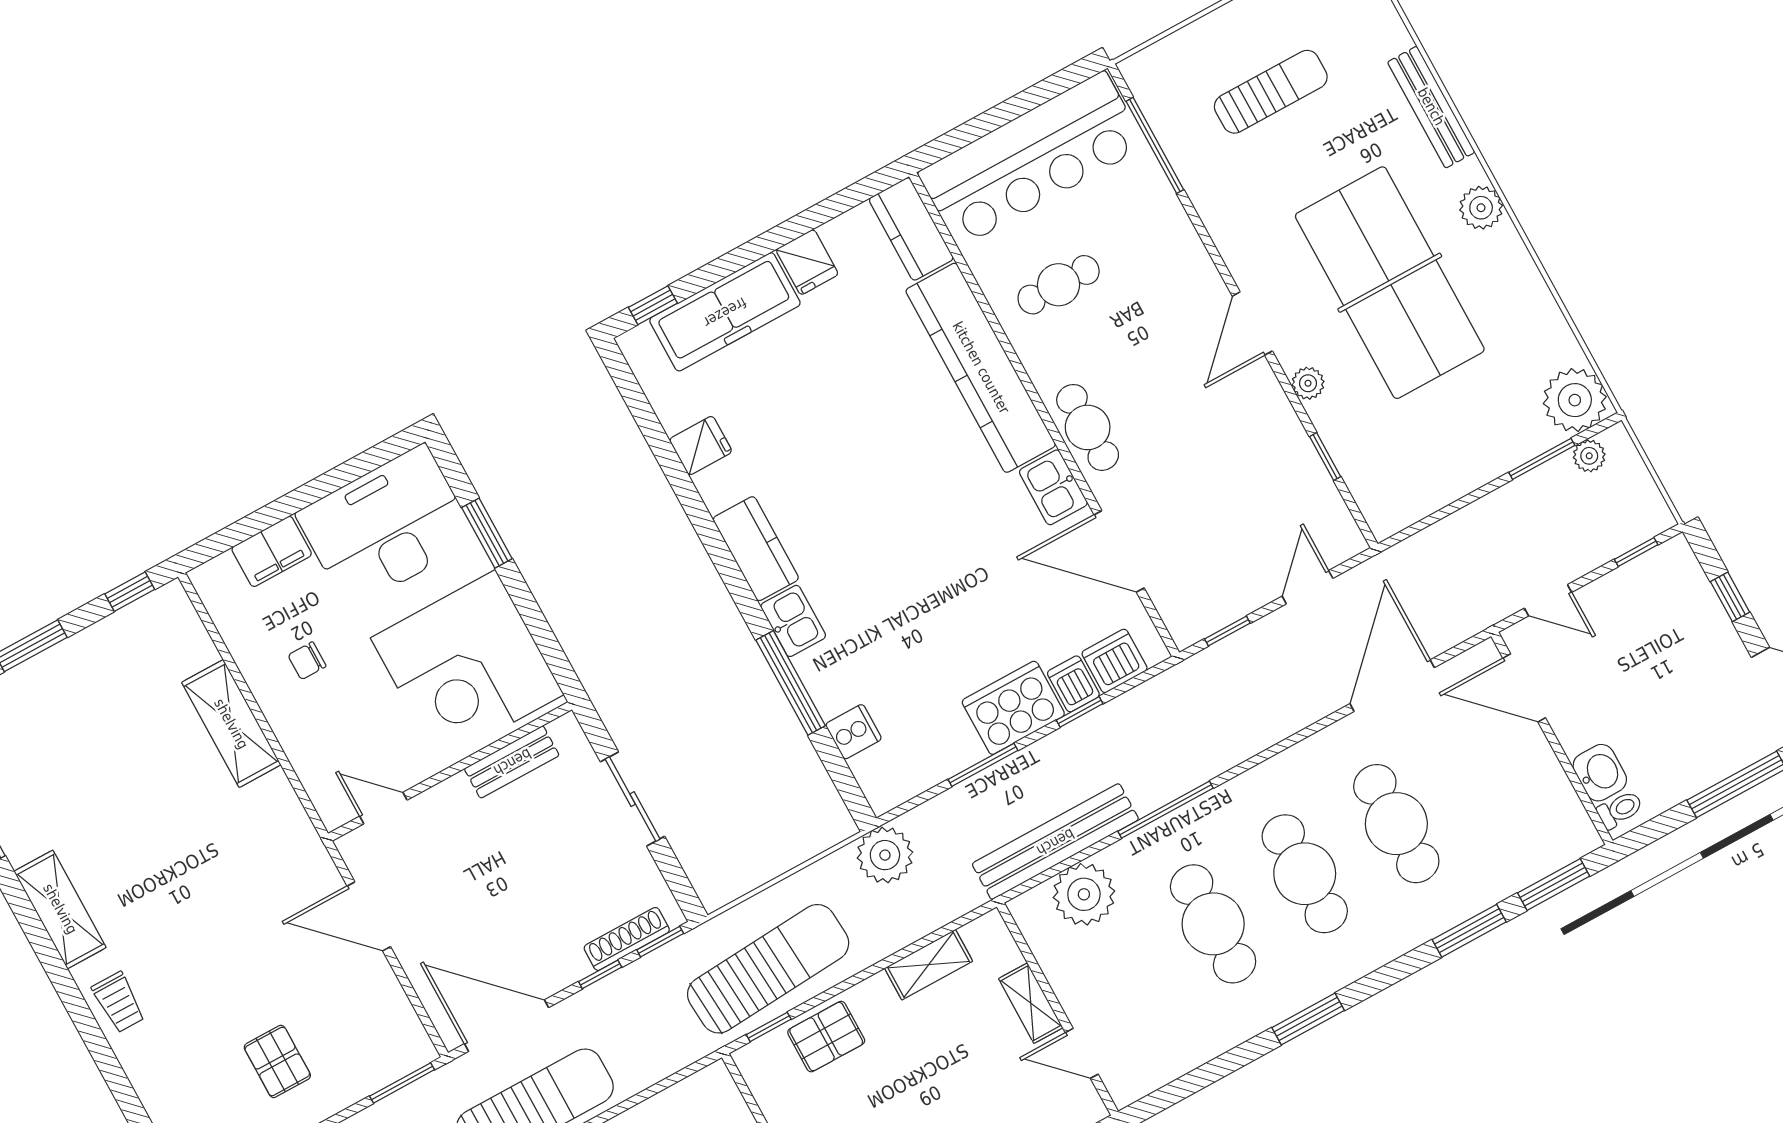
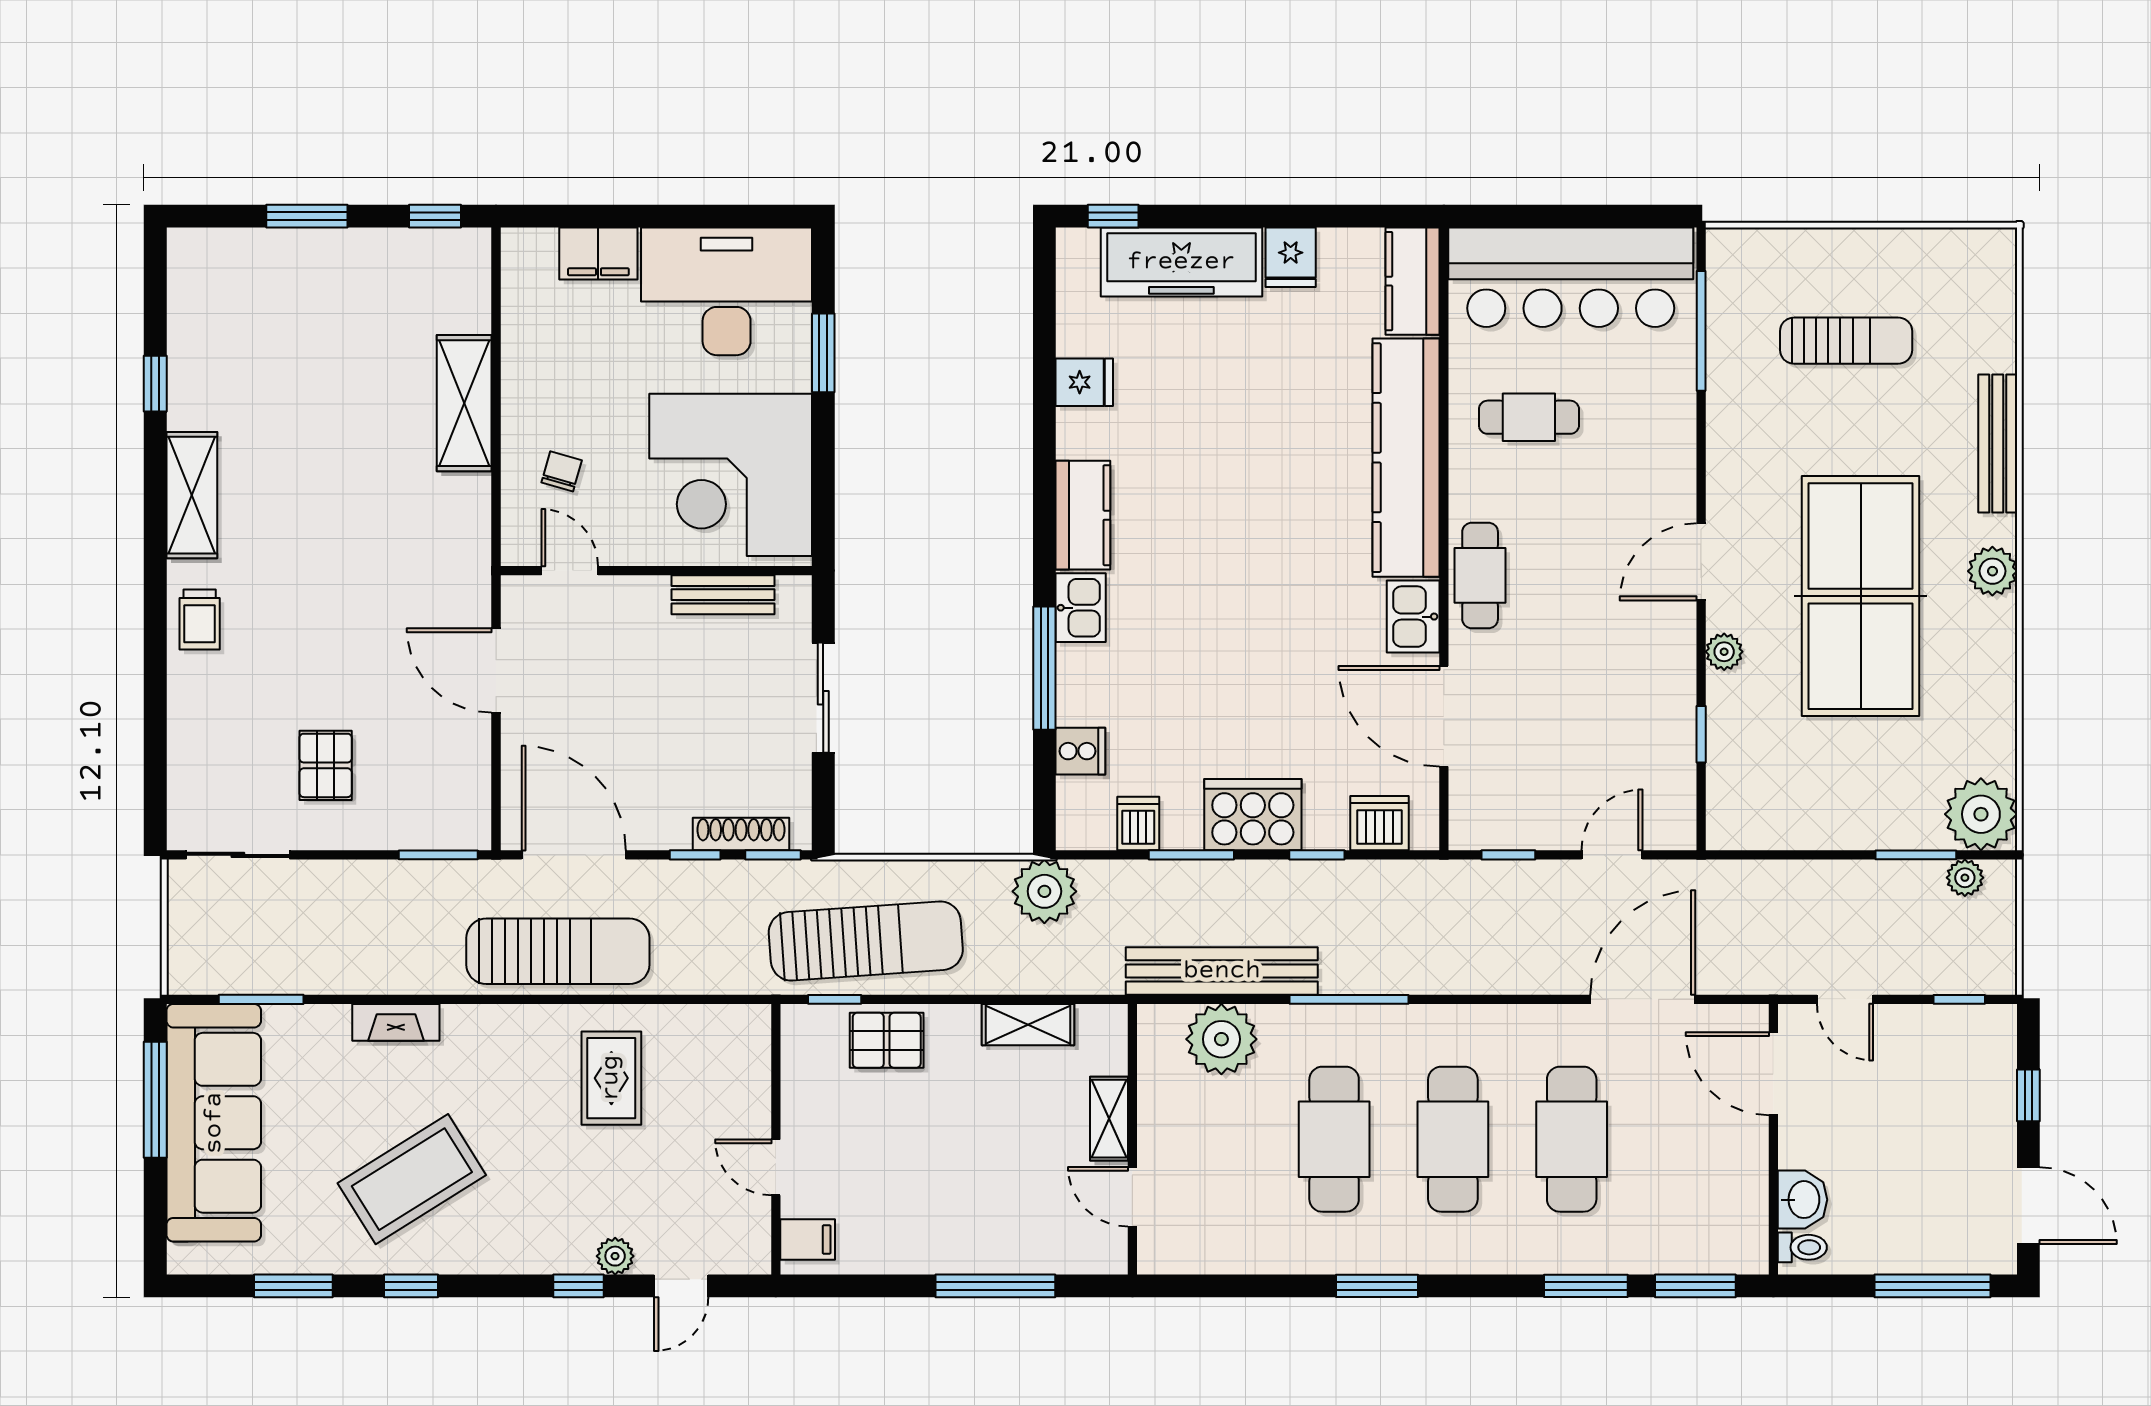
chair: (307, 661) -> (562, 471), moved, turned 106
dishwasher: (1073, 684) -> (1138, 823), moved

